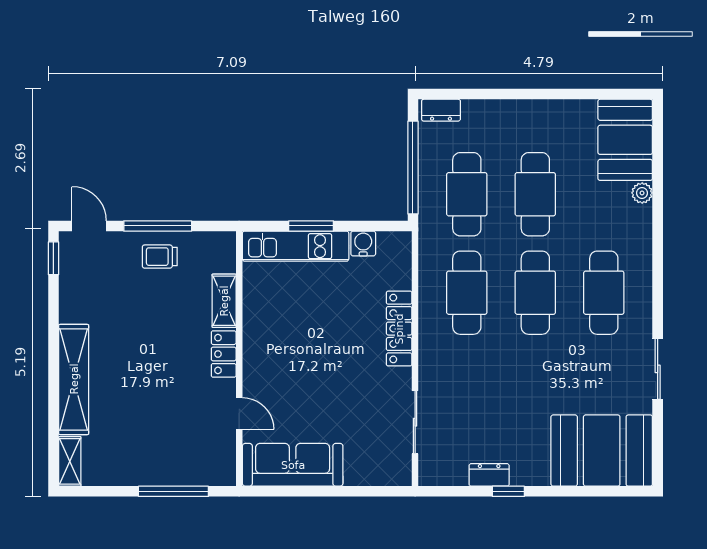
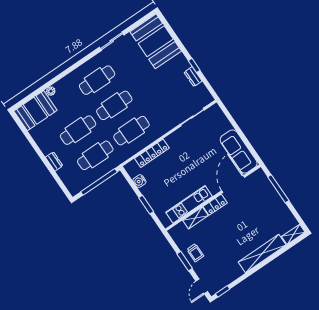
dresser: (441, 110) -> (54, 161), moved
window: (158, 226) -> (185, 261), width x0.69
kitchen unit: (296, 246) -> (189, 204), moved, turned -90
locker: (399, 329) -> (152, 153), moved
door: (239, 414) -> (233, 184), width x1.87

